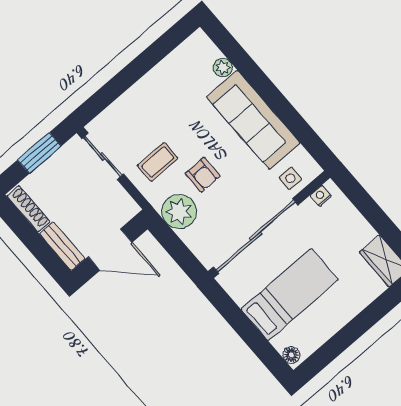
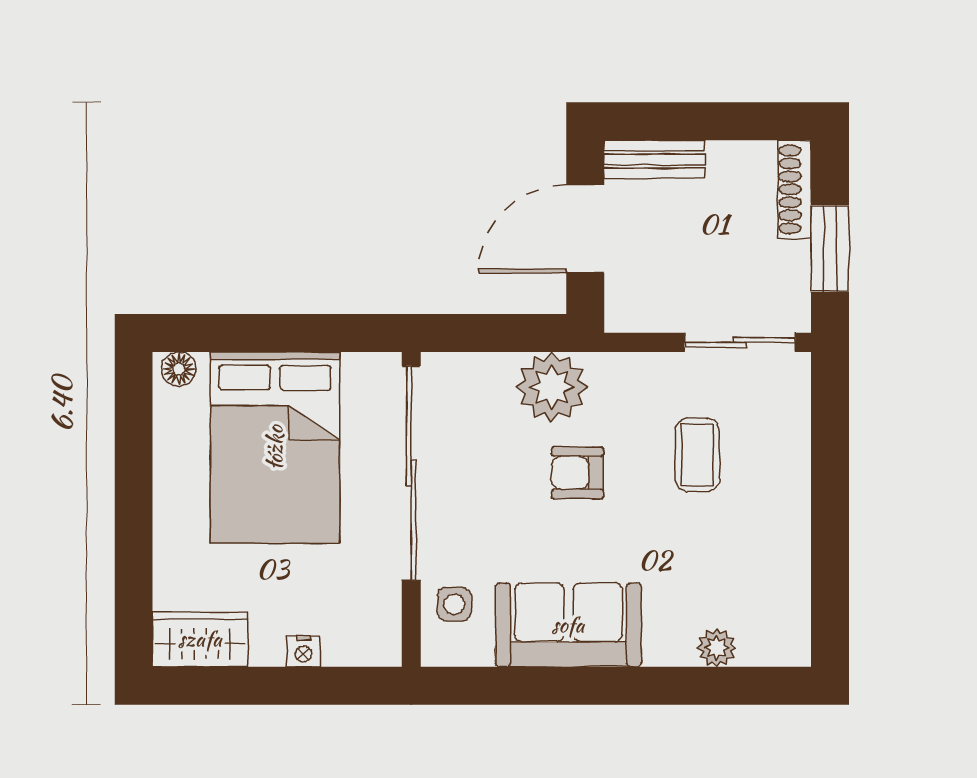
sofa: (253, 120) -> (568, 625), width x0.73
coffee table: (158, 162) -> (697, 455), moved
nightstand: (321, 196) -> (304, 651), moved, turned 90
shoe rack: (28, 209) -> (794, 189), moved, turned 90
bed: (290, 294) -> (275, 448), width x1.50

